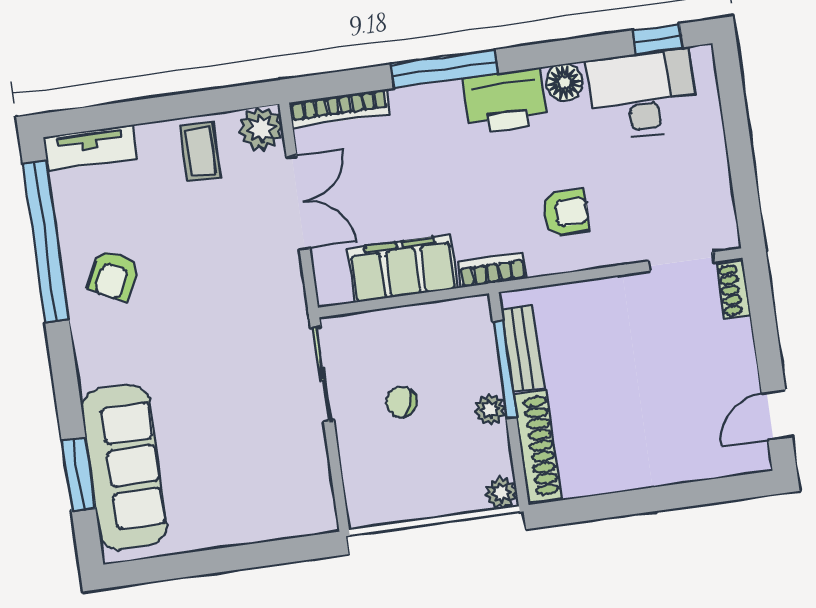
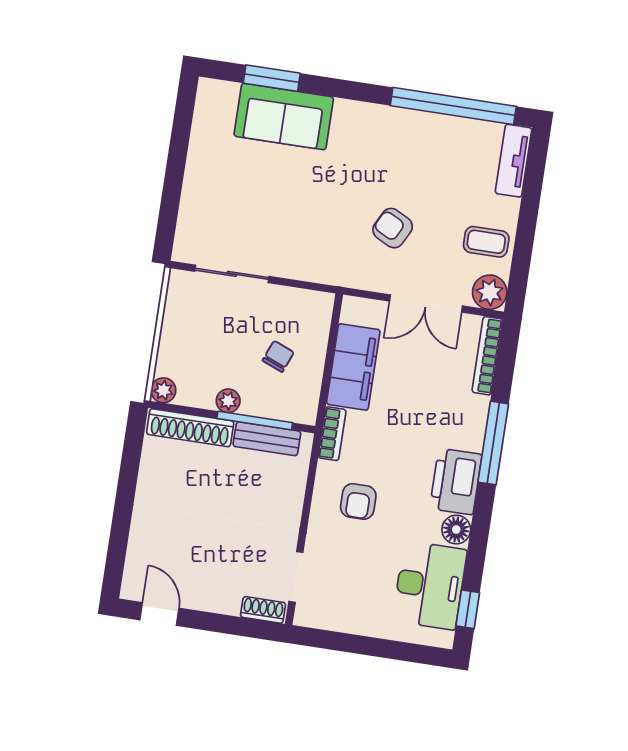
armchair: (114, 275) -> (393, 228), moved
sliding door: (322, 374) -> (232, 274), moved
chair: (401, 402) -> (278, 356), moved
sofa: (124, 467) -> (284, 117), width x0.73

